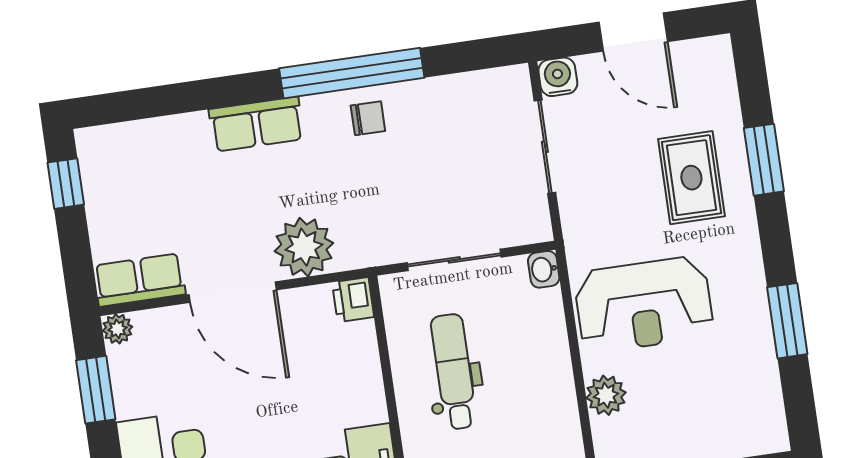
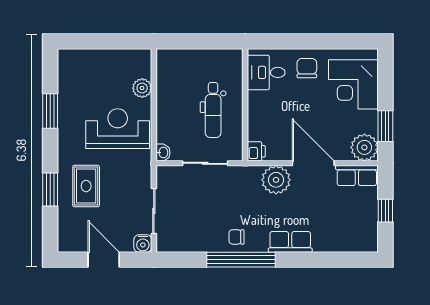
window: (66, 184) -> (385, 211), moved
plant: (117, 329) -> (364, 147), width x1.88, depth x1.88

